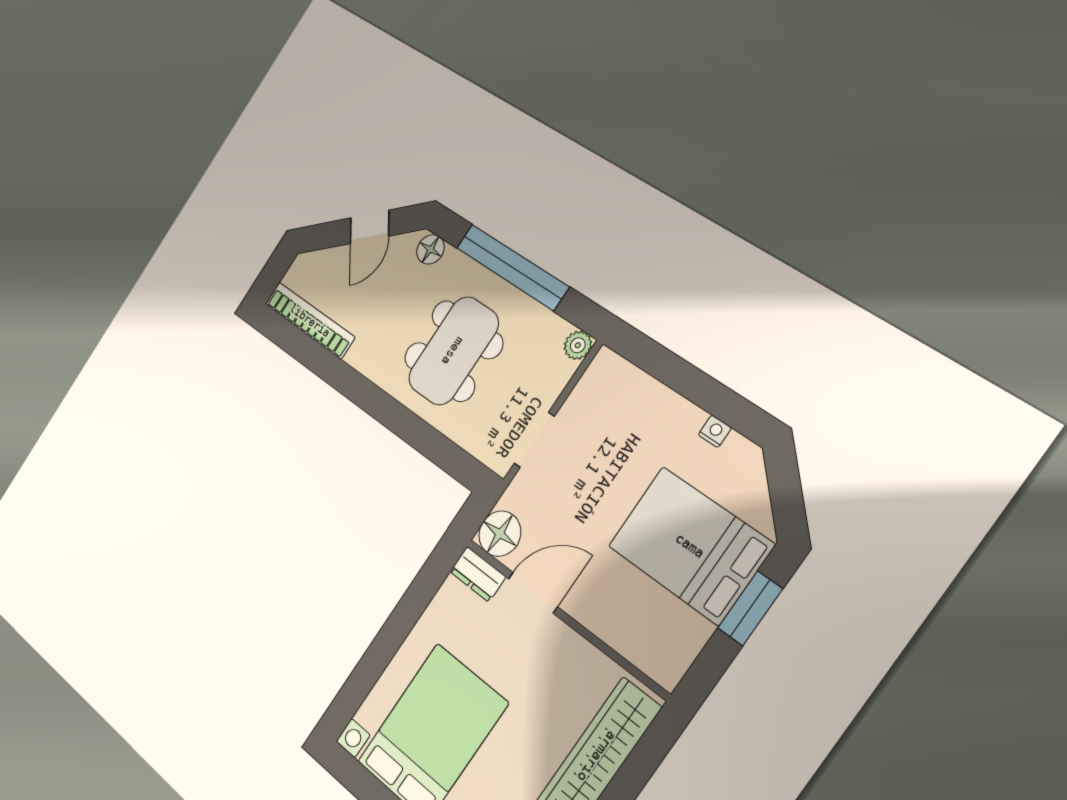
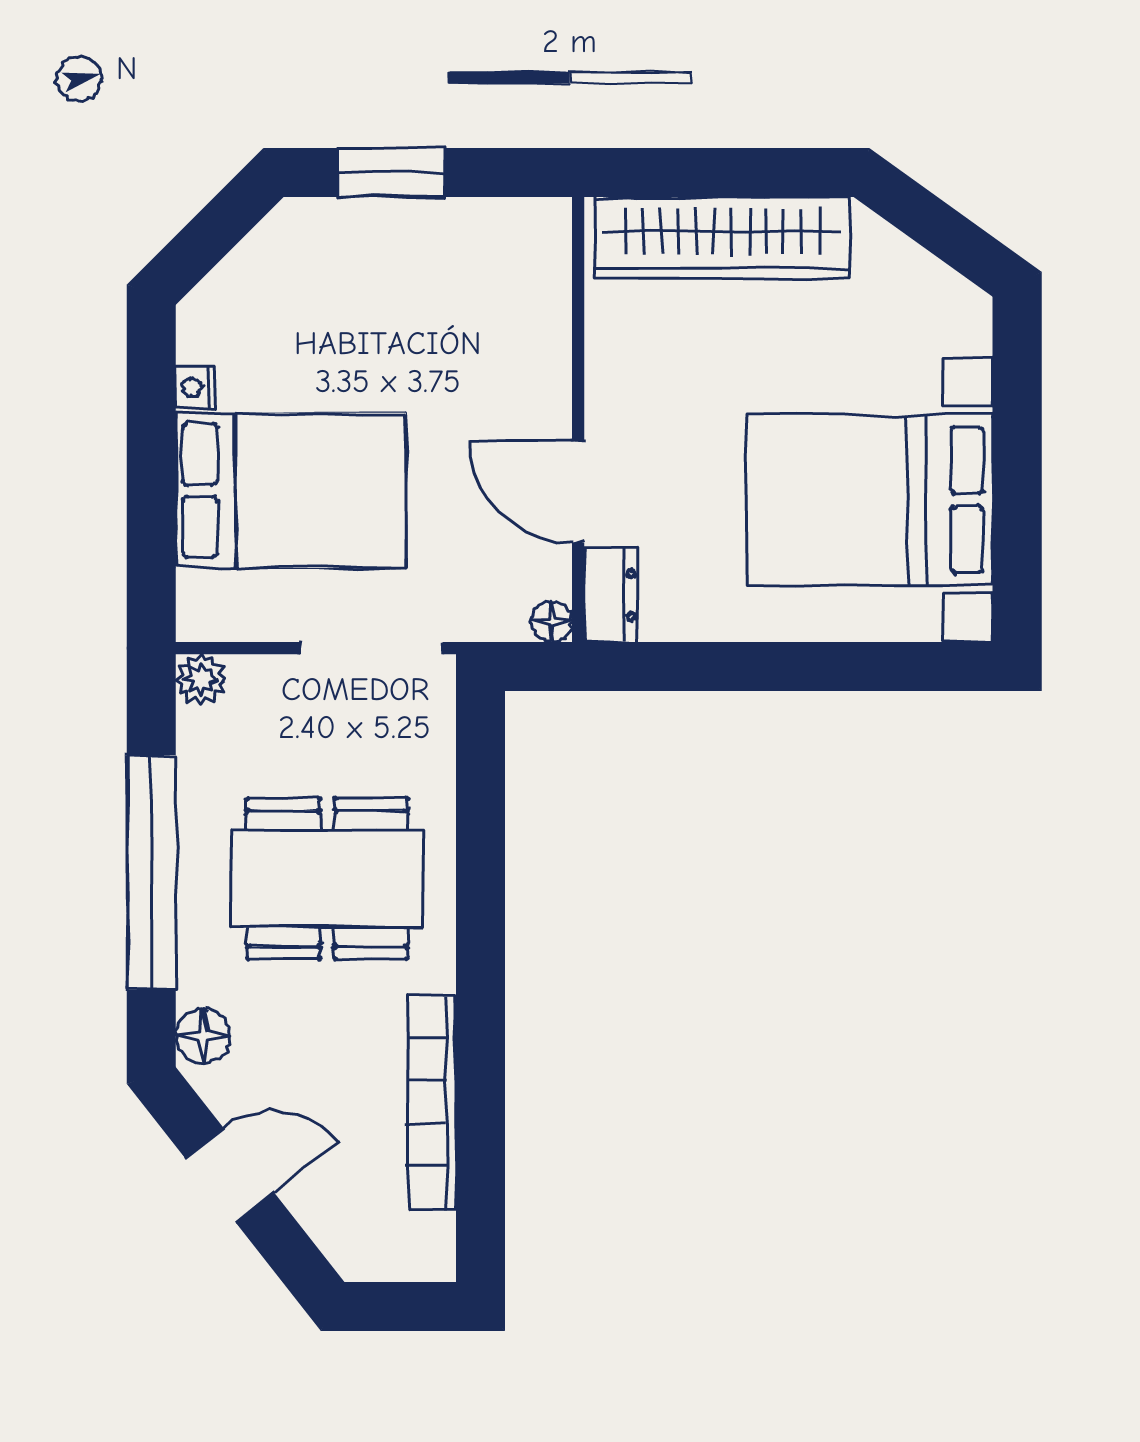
bookcase: (310, 320) -> (432, 1103), moved
doorway: (534, 440) -> (372, 648), width x1.38
floor lamp: (500, 534) -> (552, 622), width x0.53, depth x0.53
bed: (690, 545) -> (291, 490), moved, turned -90

